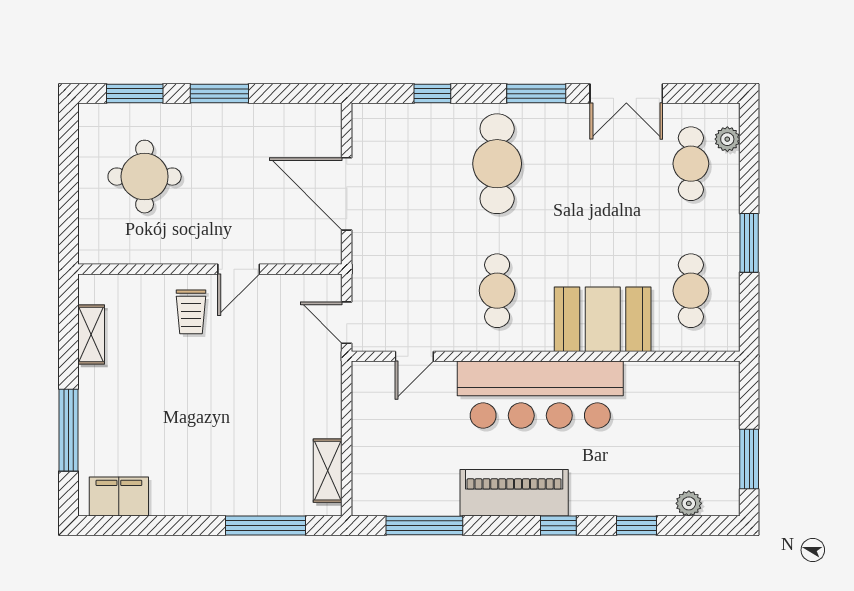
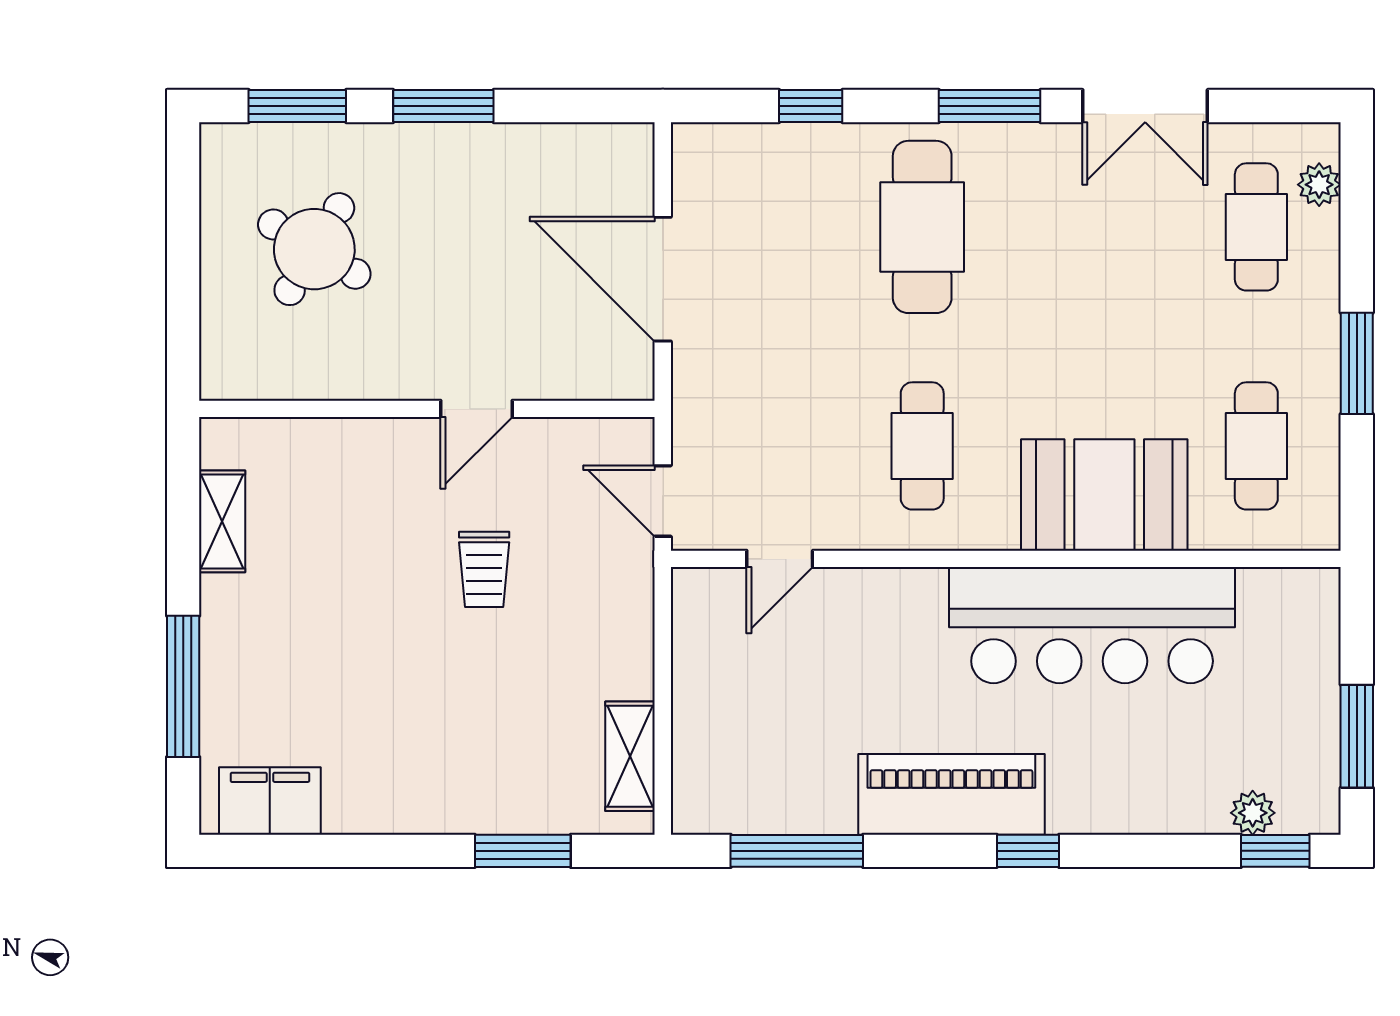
round table: (145, 177) -> (314, 249), turned 31
trolley: (191, 312) -> (484, 569), moved
bar counter: (540, 395) -> (1092, 625), moved
window: (265, 526) -> (523, 851), width x0.69
window: (636, 526) -> (1275, 851), moved

